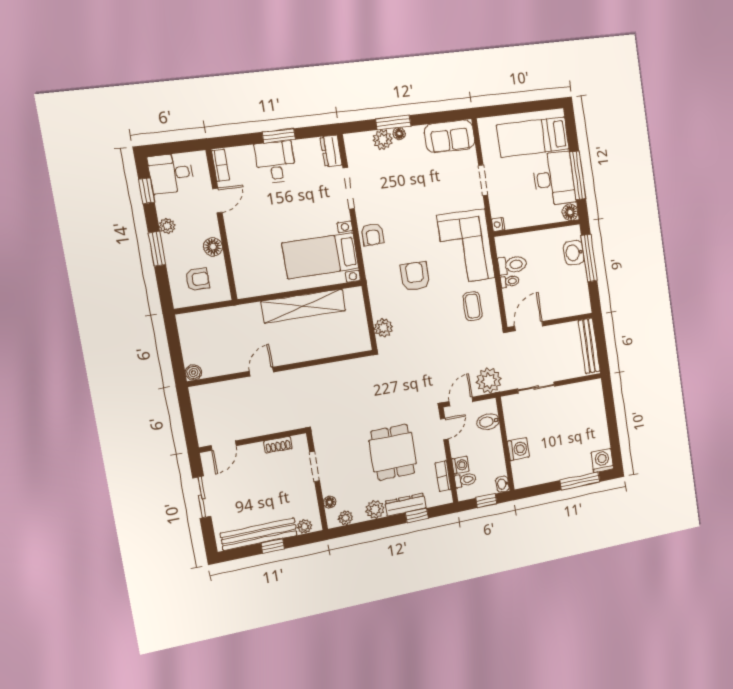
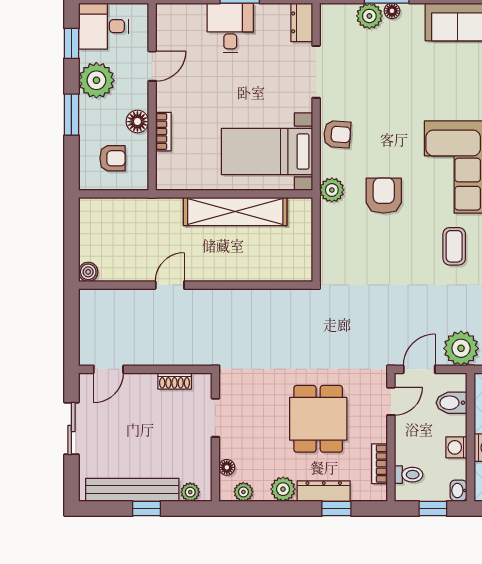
bookcase: (221, 165) -> (163, 132), moved
plant: (167, 226) -> (96, 80), width x1.87, depth x1.87
armchair: (373, 235) -> (337, 134), turned -86
plant: (383, 328) -> (332, 190), moved
washing machine: (460, 465) -> (456, 447), moved, turned 180

